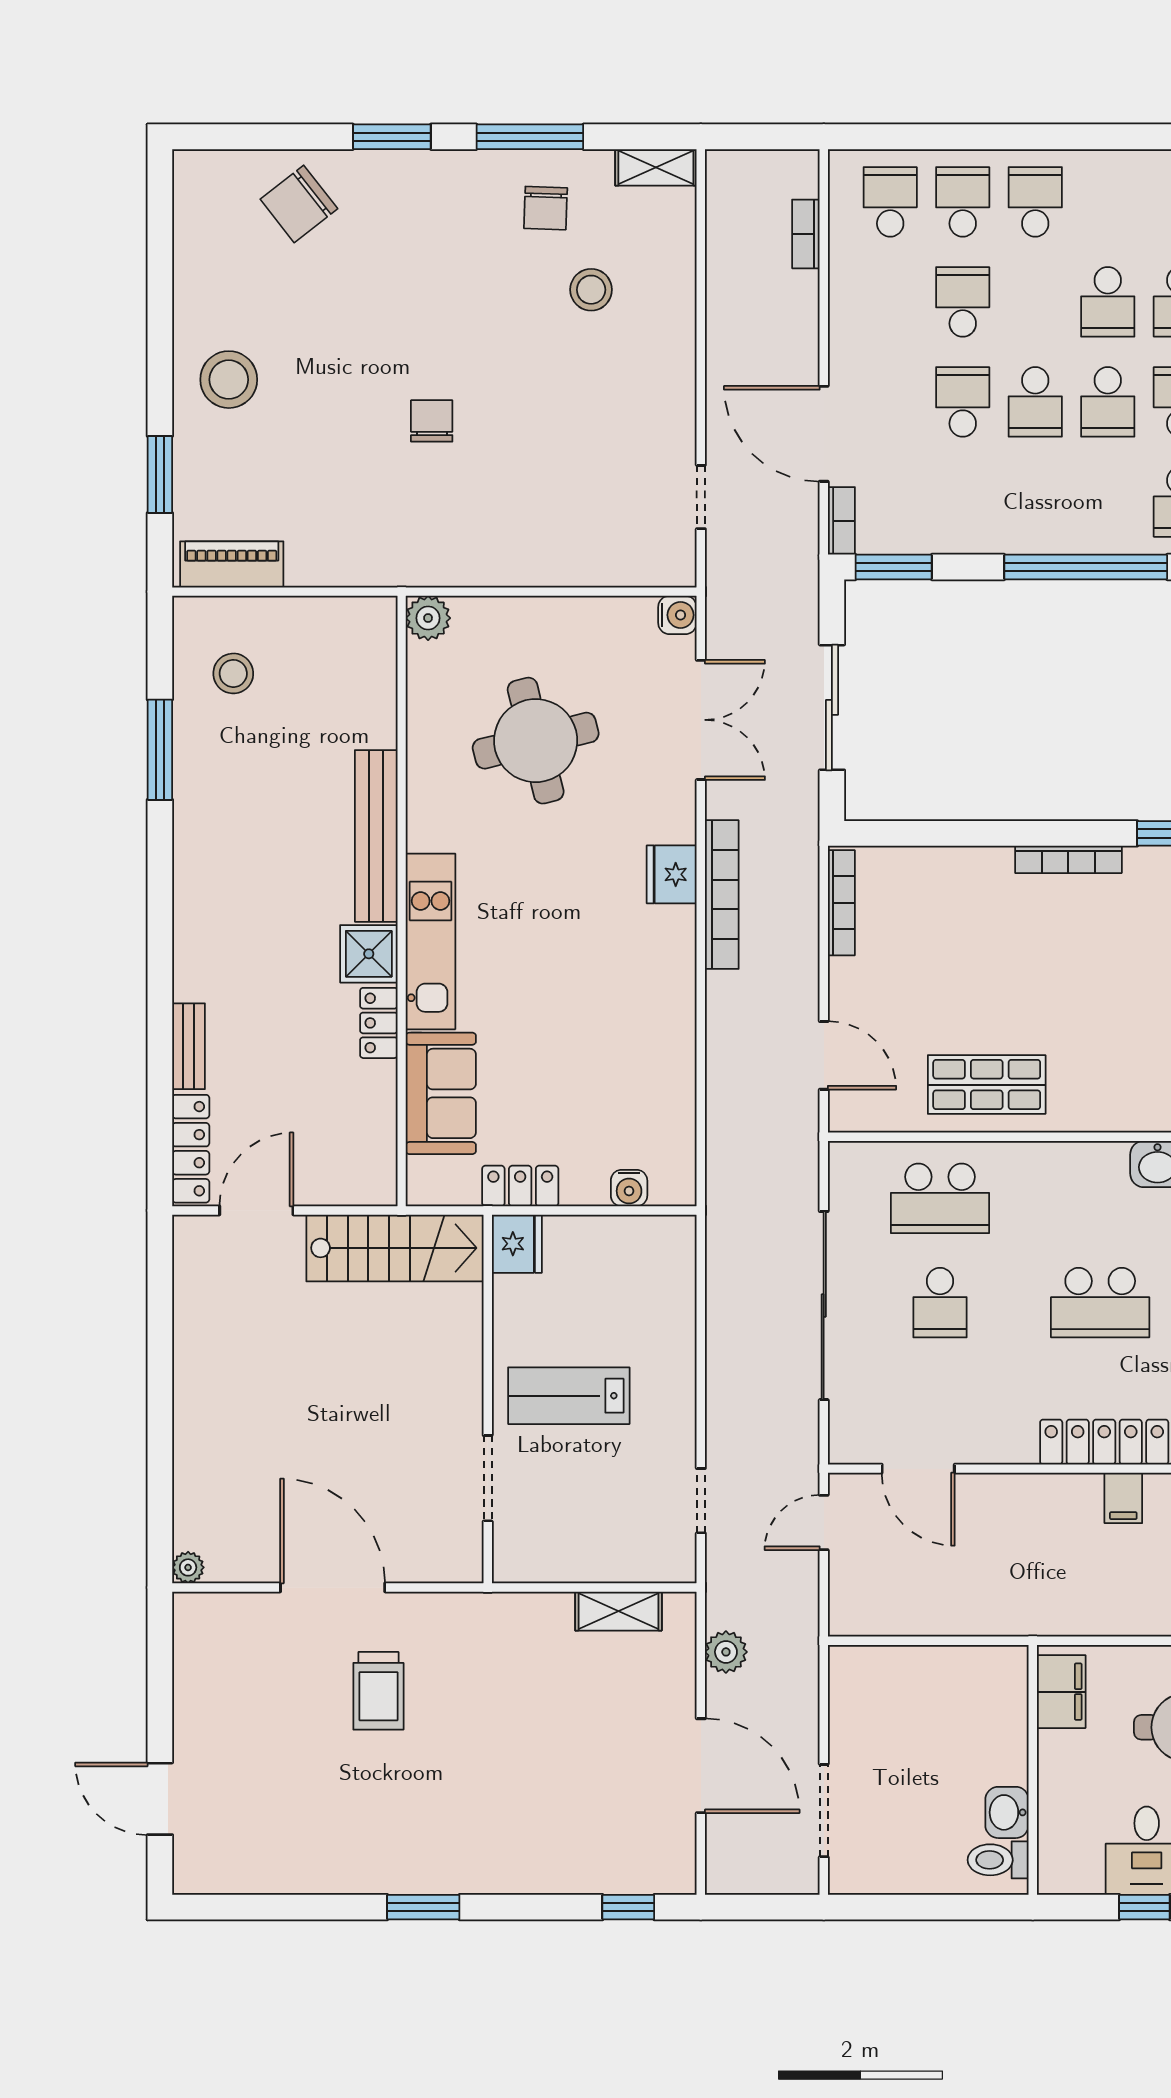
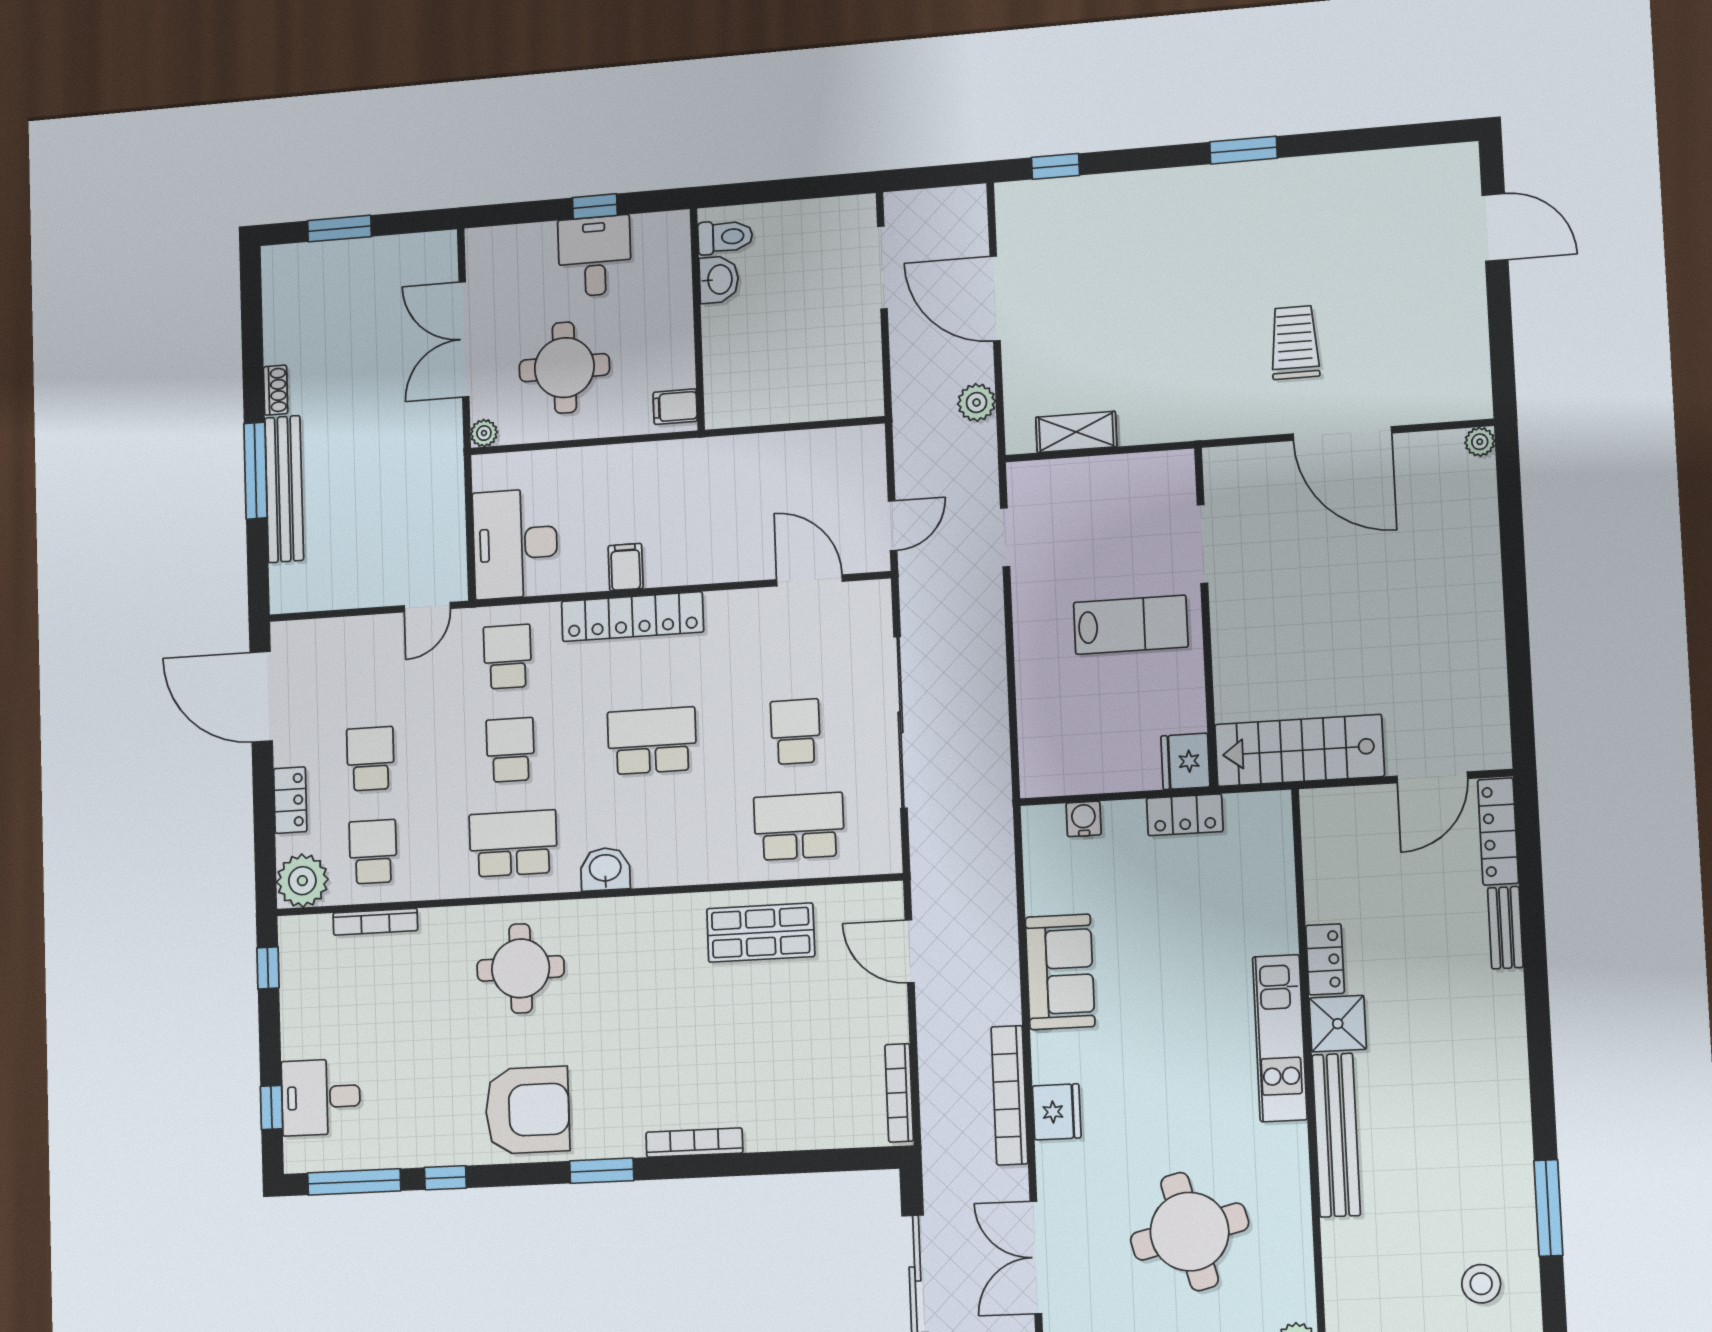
sofa: (441, 1093) -> (1060, 972), moved, turned 180
filing cabinet: (1061, 1692) -> (675, 407), width x0.50

